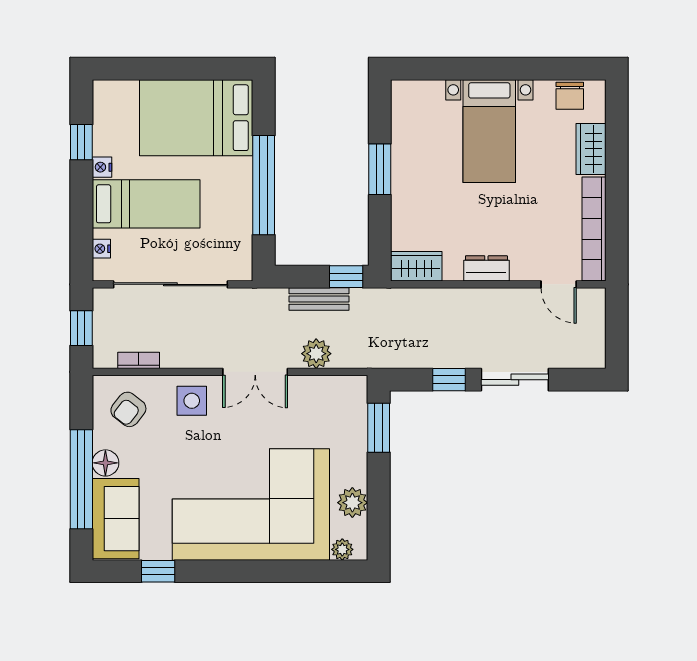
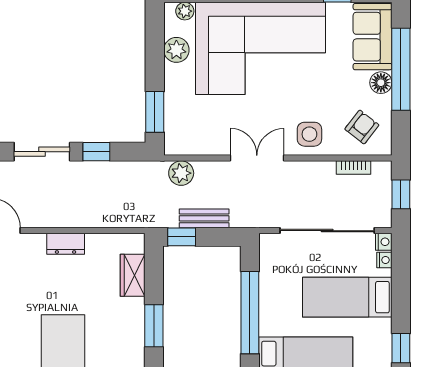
nightstand: (102, 167) -> (384, 242), moved
wardrobe: (416, 266) -> (133, 275), moved, turned 90
plant: (316, 354) -> (181, 173), moved

